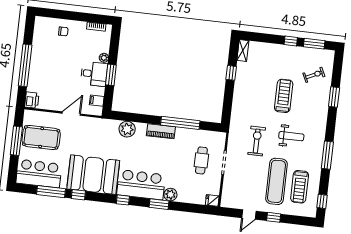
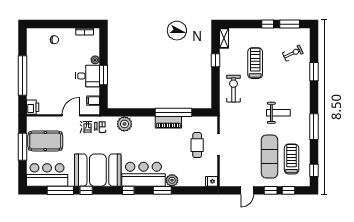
treadmill: (284, 96) -> (255, 63), moved
piano: (161, 131) -> (168, 122), moved
exercise bike: (257, 141) -> (233, 89), moved
treadmill: (300, 187) -> (292, 159), turned 180
window: (293, 220) -> (289, 190), added

